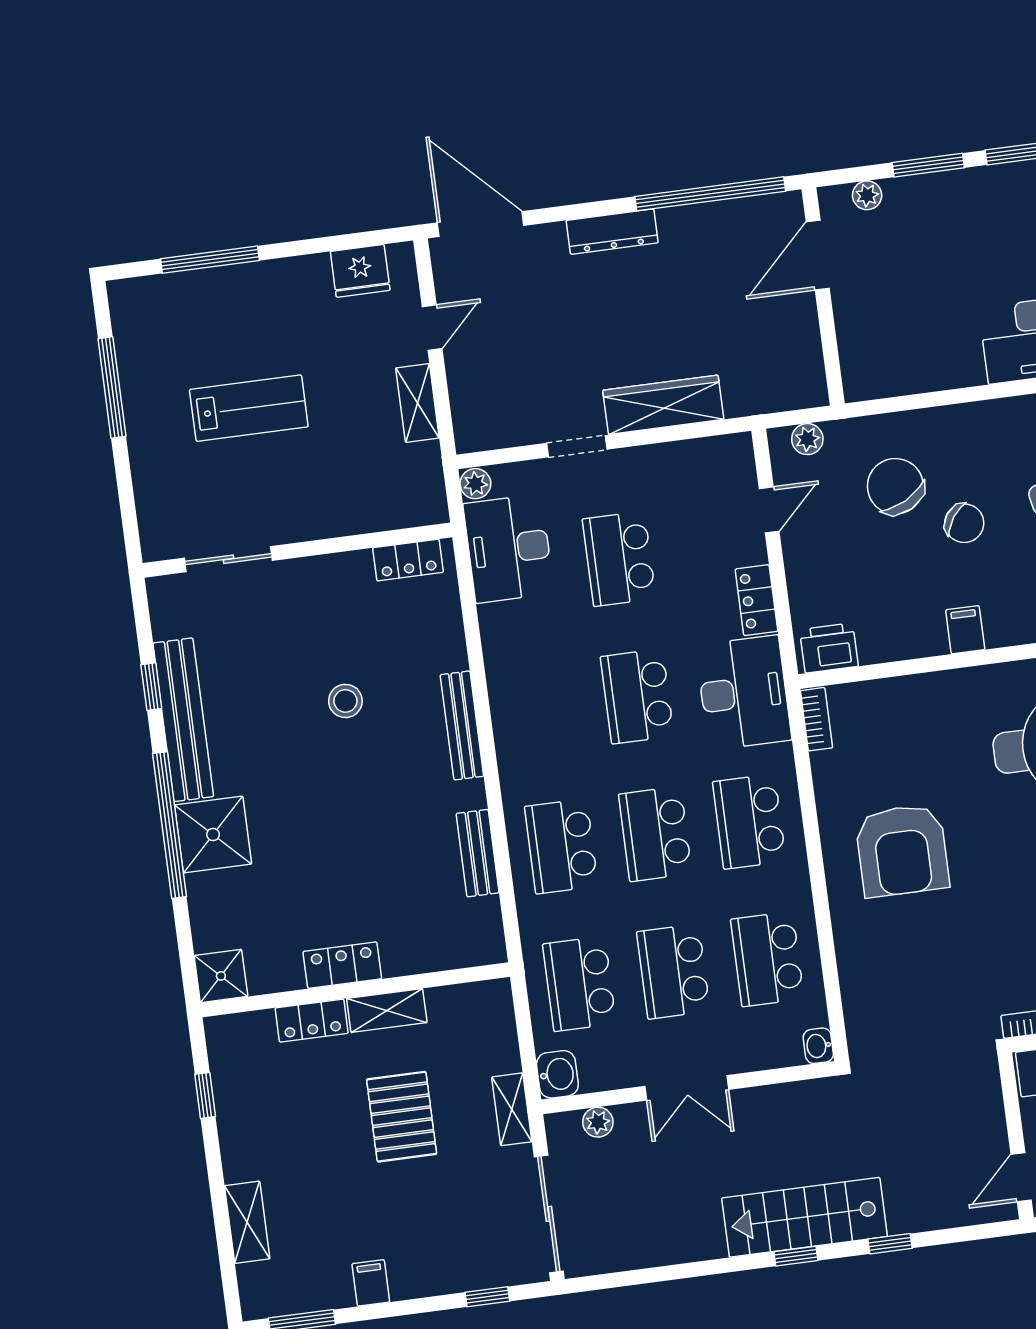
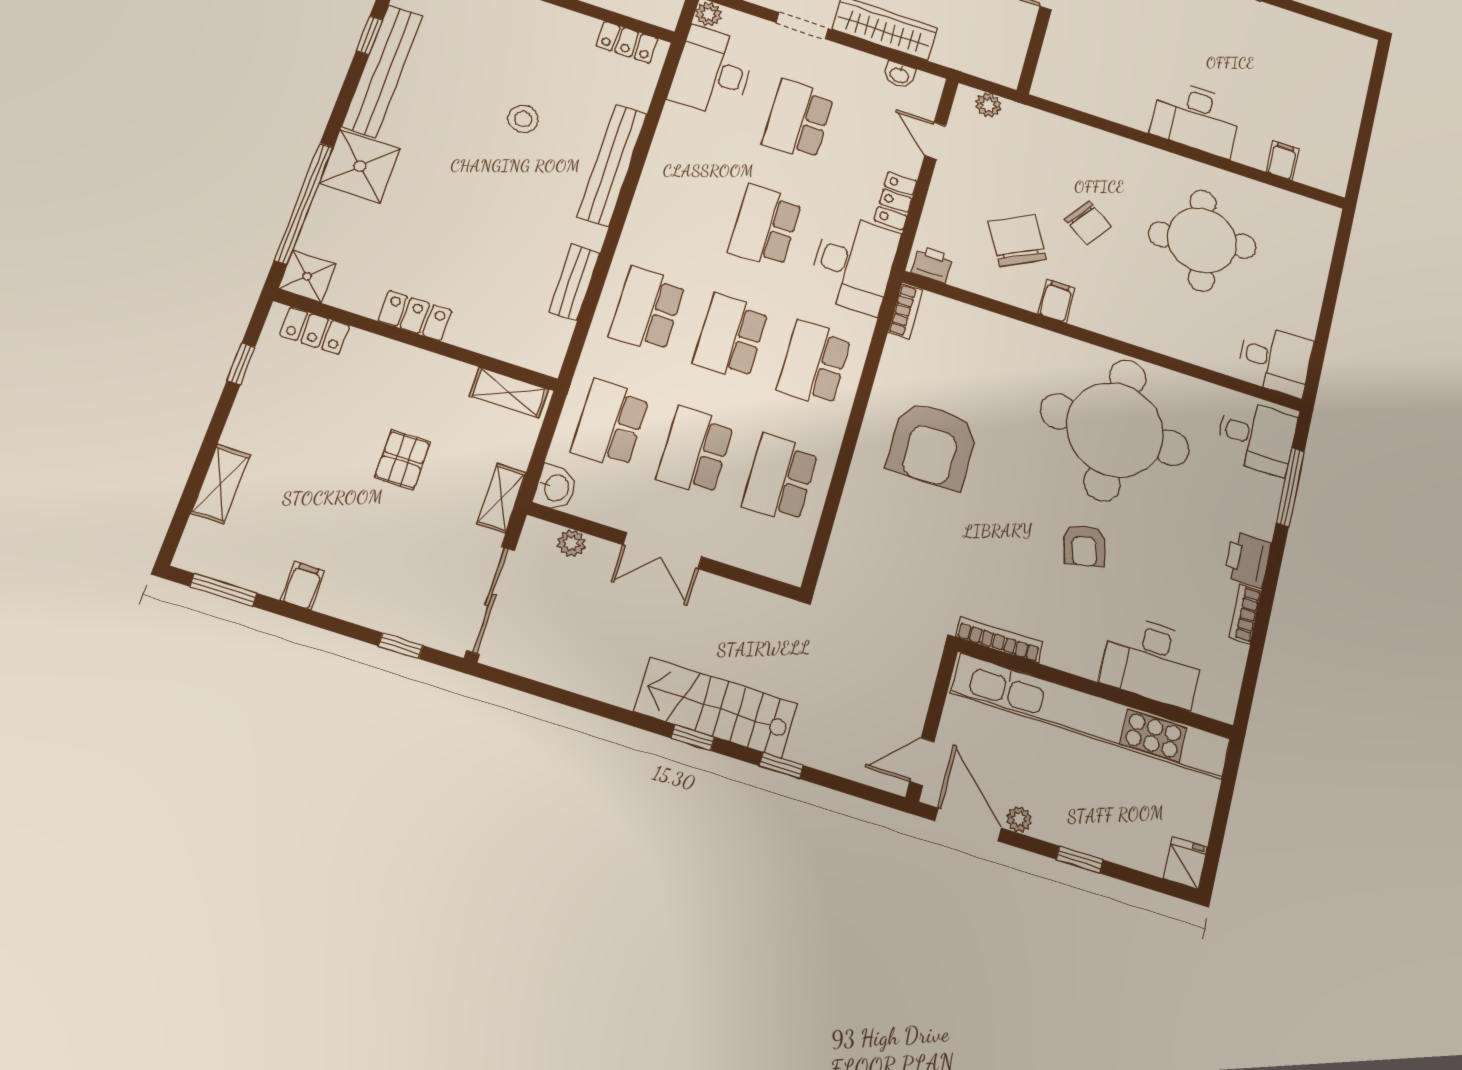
chair: (895, 486) -> (1017, 240), moved
door: (769, 510) -> (935, 141), swing flipped
printer: (829, 648) -> (932, 264), width x0.73, depth x0.81
bench: (462, 725) -> (612, 165), width x1.37, depth x1.21
window: (170, 825) -> (304, 203), moved
shelving: (387, 1011) -> (509, 393), moved
locker: (312, 1021) -> (315, 331), moved
washbasin: (818, 1046) -> (899, 75), moved, turned -90
pallet: (402, 1117) -> (403, 460), width x0.67, depth x0.71

